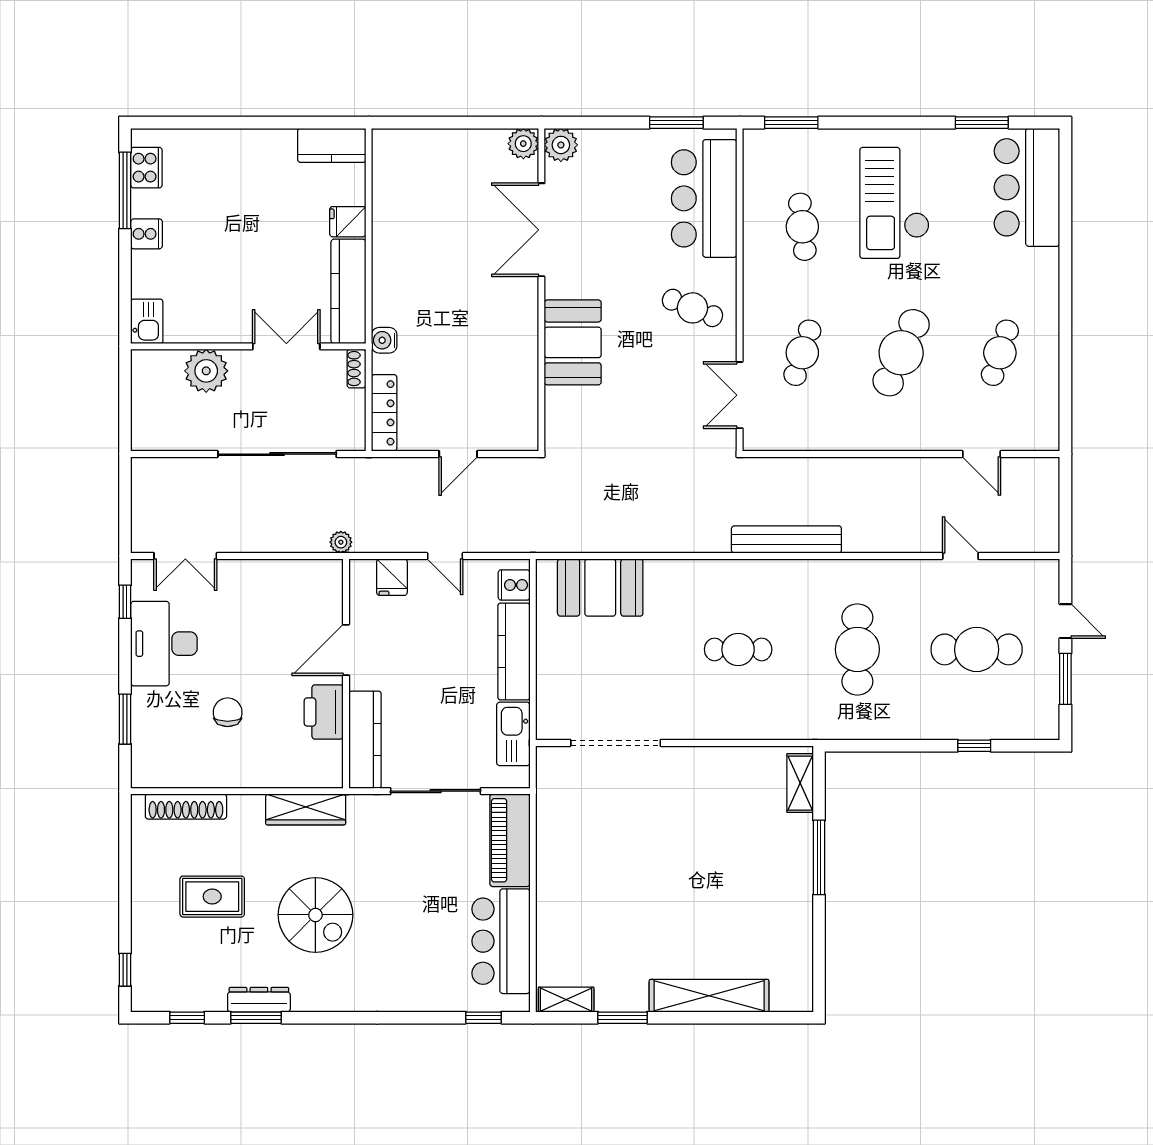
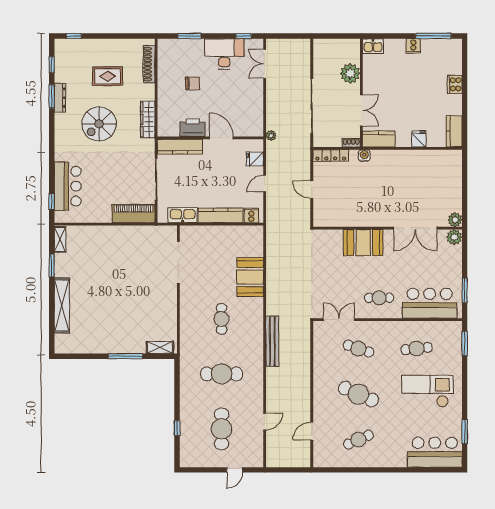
cooker: (146, 168) -> (455, 84), moved, turned 90
double door: (541, 230) -> (415, 228), swing flipped
kitchen counter: (348, 291) -> (379, 139), width x0.67
cafe table: (692, 308) -> (379, 298), turned 68
cafe table: (1000, 353) -> (358, 440), turned -42
booth: (600, 588) -> (250, 277), moved
window: (1065, 679) -> (208, 470), removed
rug: (212, 897) -> (108, 76), turned 90
bar counter: (501, 941) -> (68, 186), moved, turned 90

